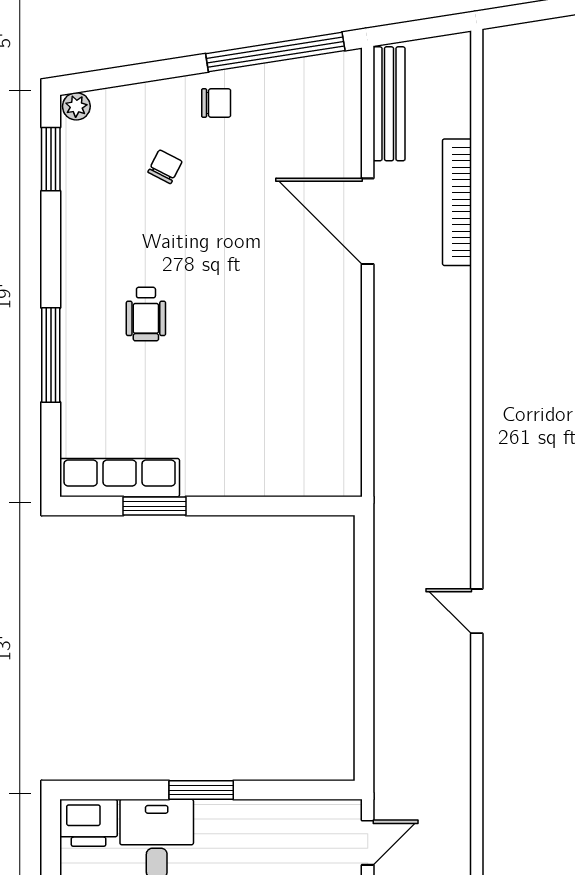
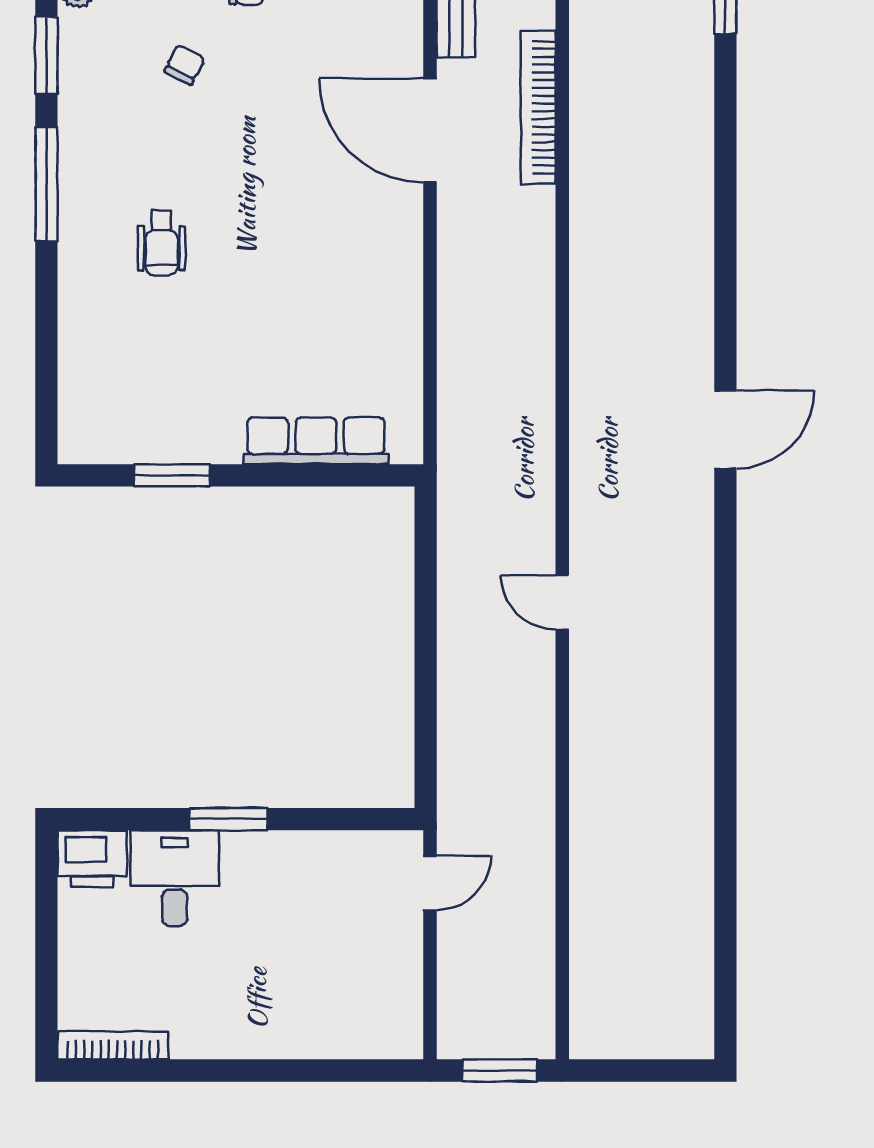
window: (51, 355) -> (46, 184), moved
row of seats: (120, 478) -> (316, 441), moved

